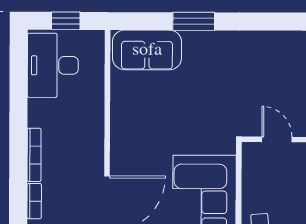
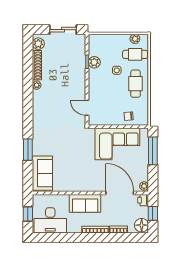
sofa: (87, 135) -> (85, 203), added
door: (277, 139) -> (87, 108), hinge flipped

